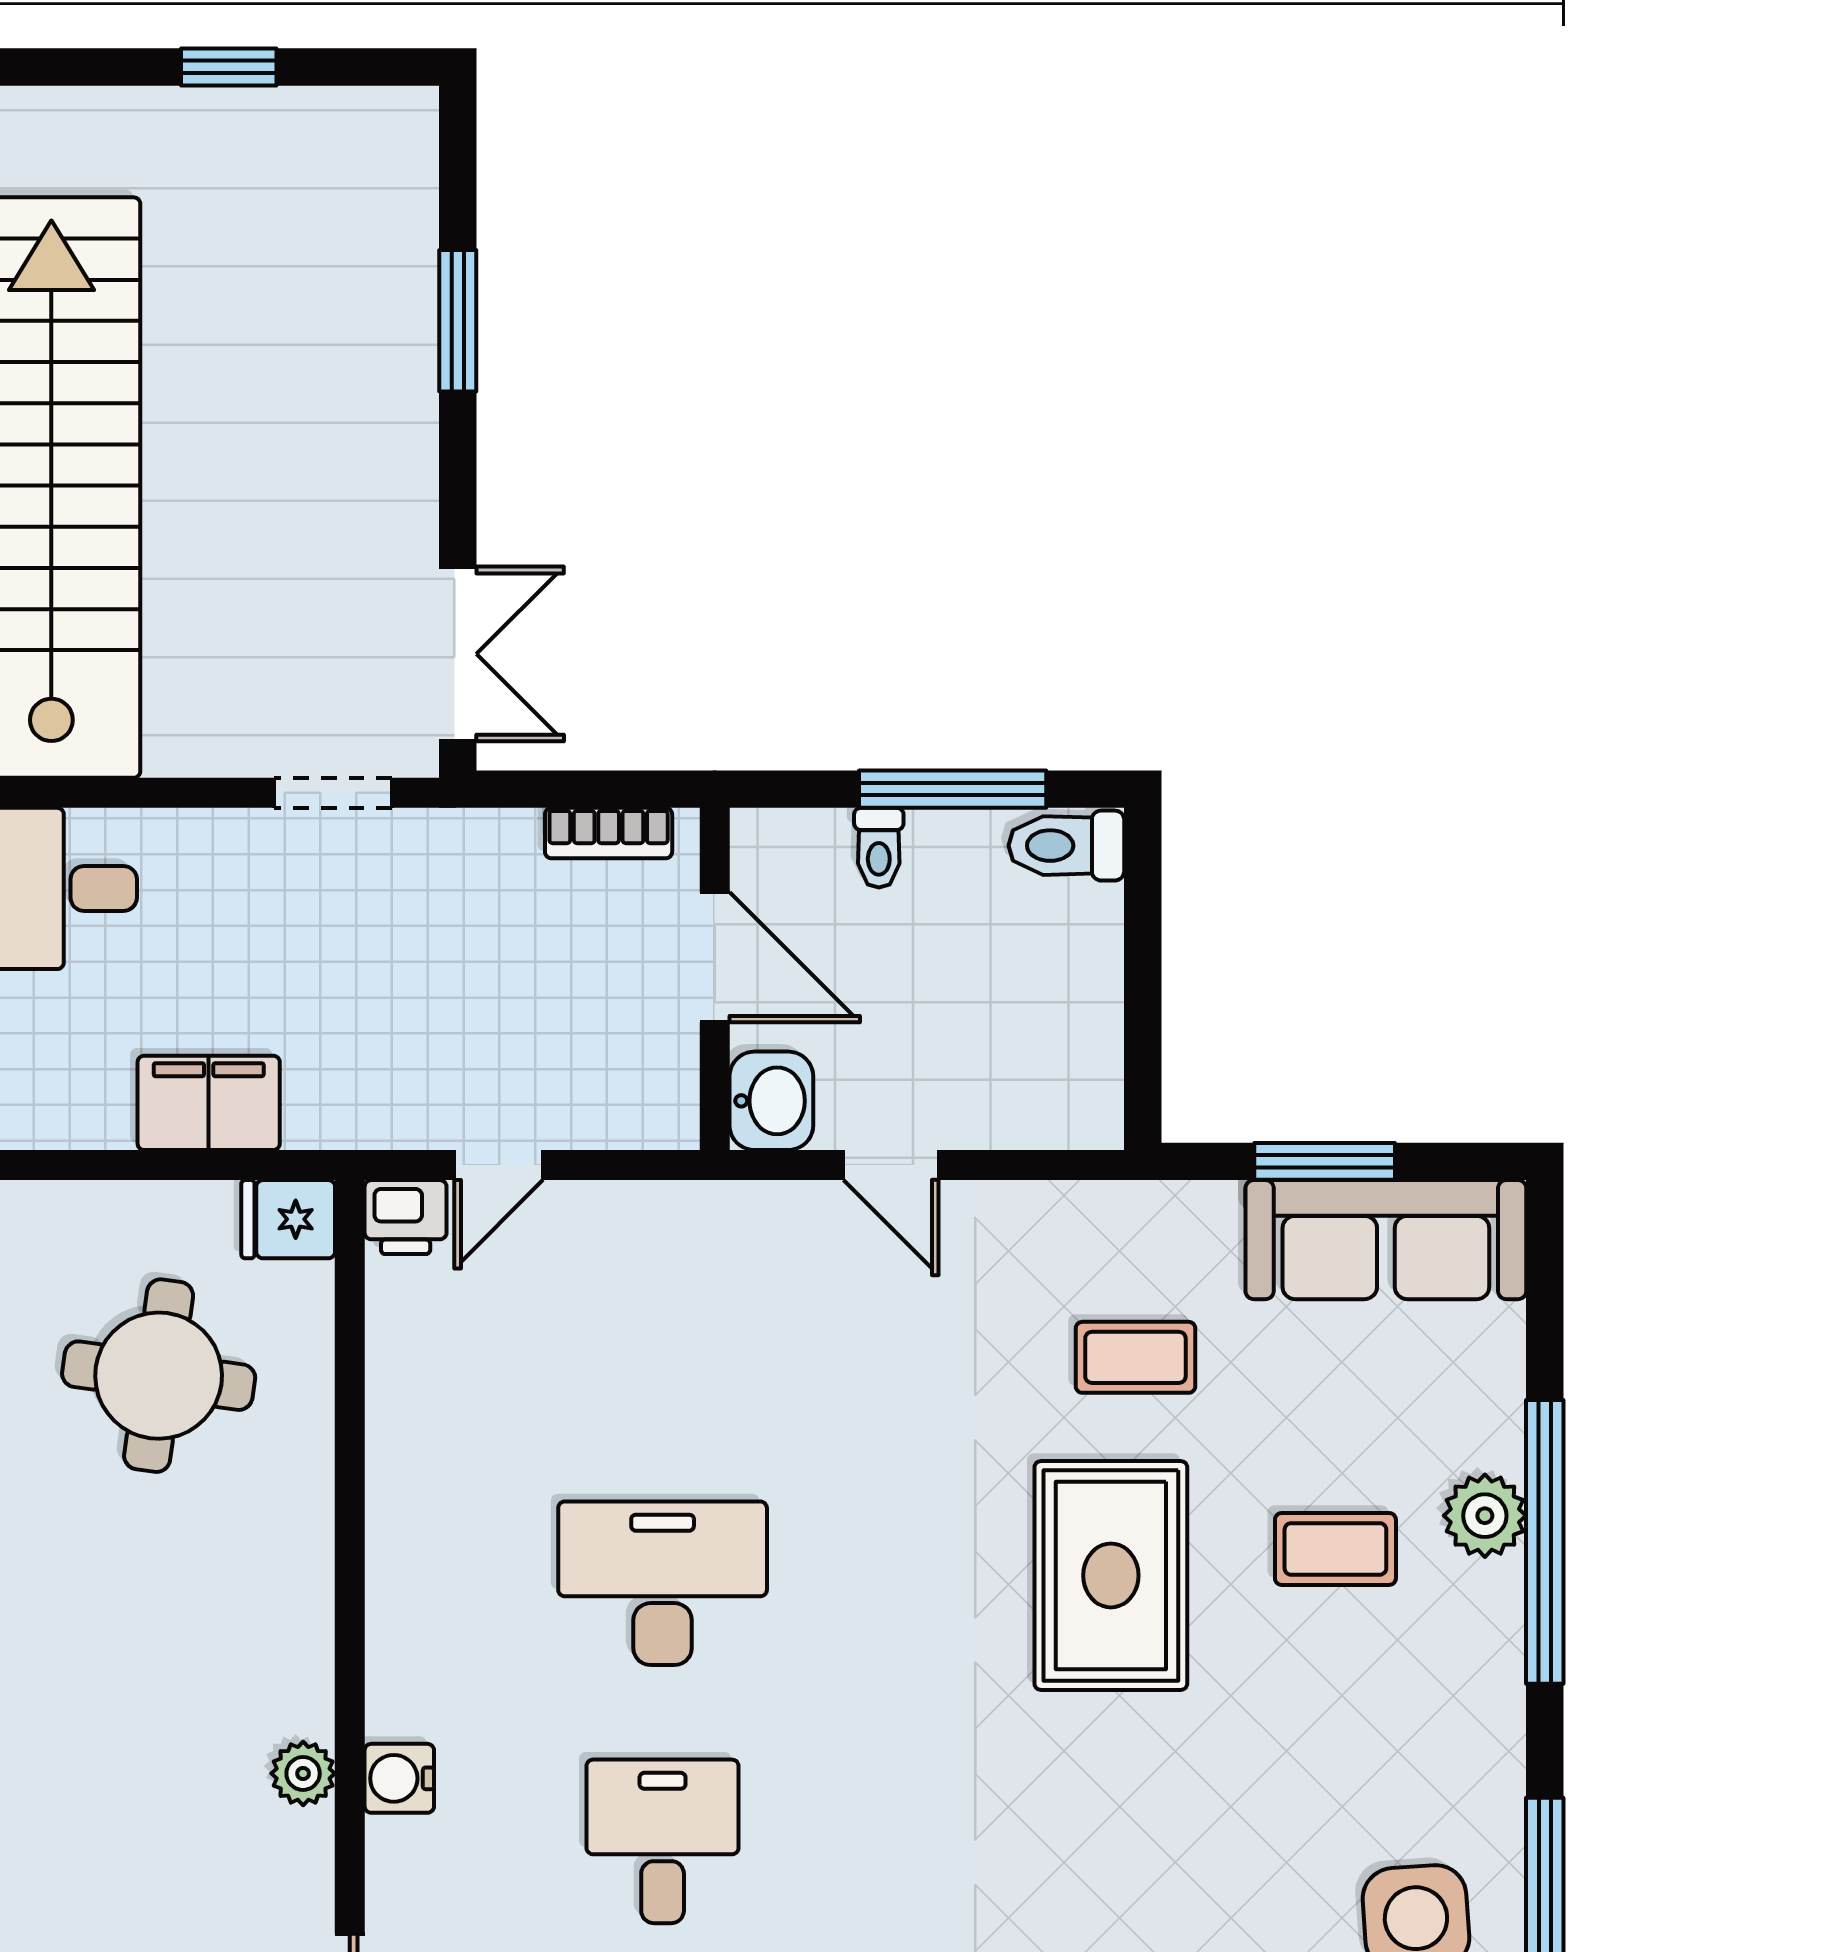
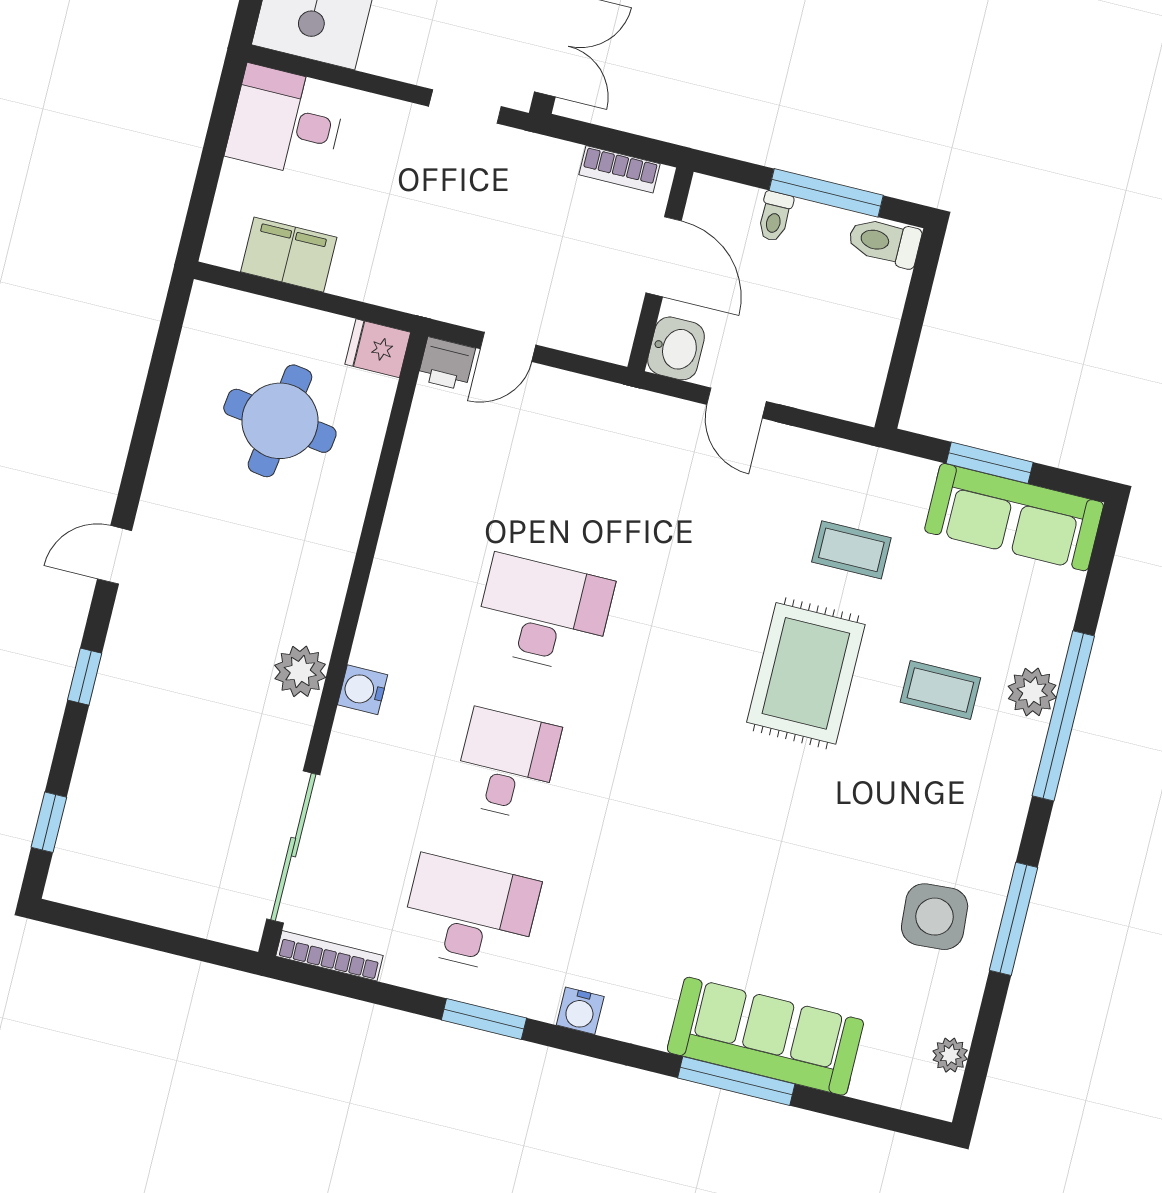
filing cabinet: (209, 1103) -> (289, 255), moved
plant: (303, 1773) -> (300, 671), width x1.38, depth x1.38

